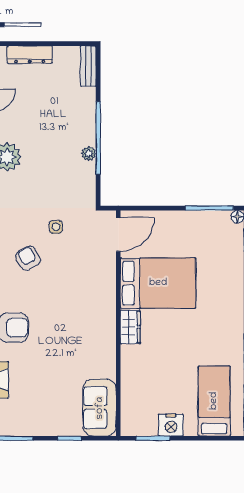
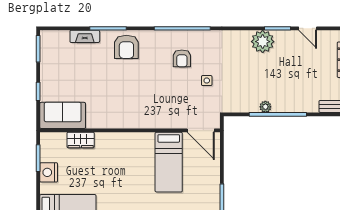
armchair: (28, 258) -> (182, 58), turned 119
bed: (158, 283) -> (169, 162), width x0.67
wardrobe: (130, 327) -> (81, 140), moved

